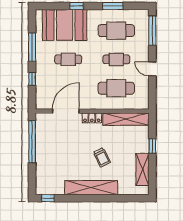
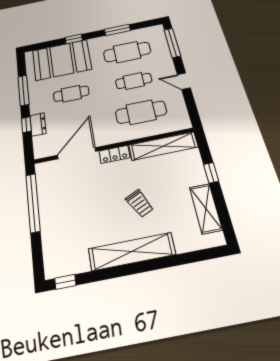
dresser: (41, 81) -> (38, 124), added

